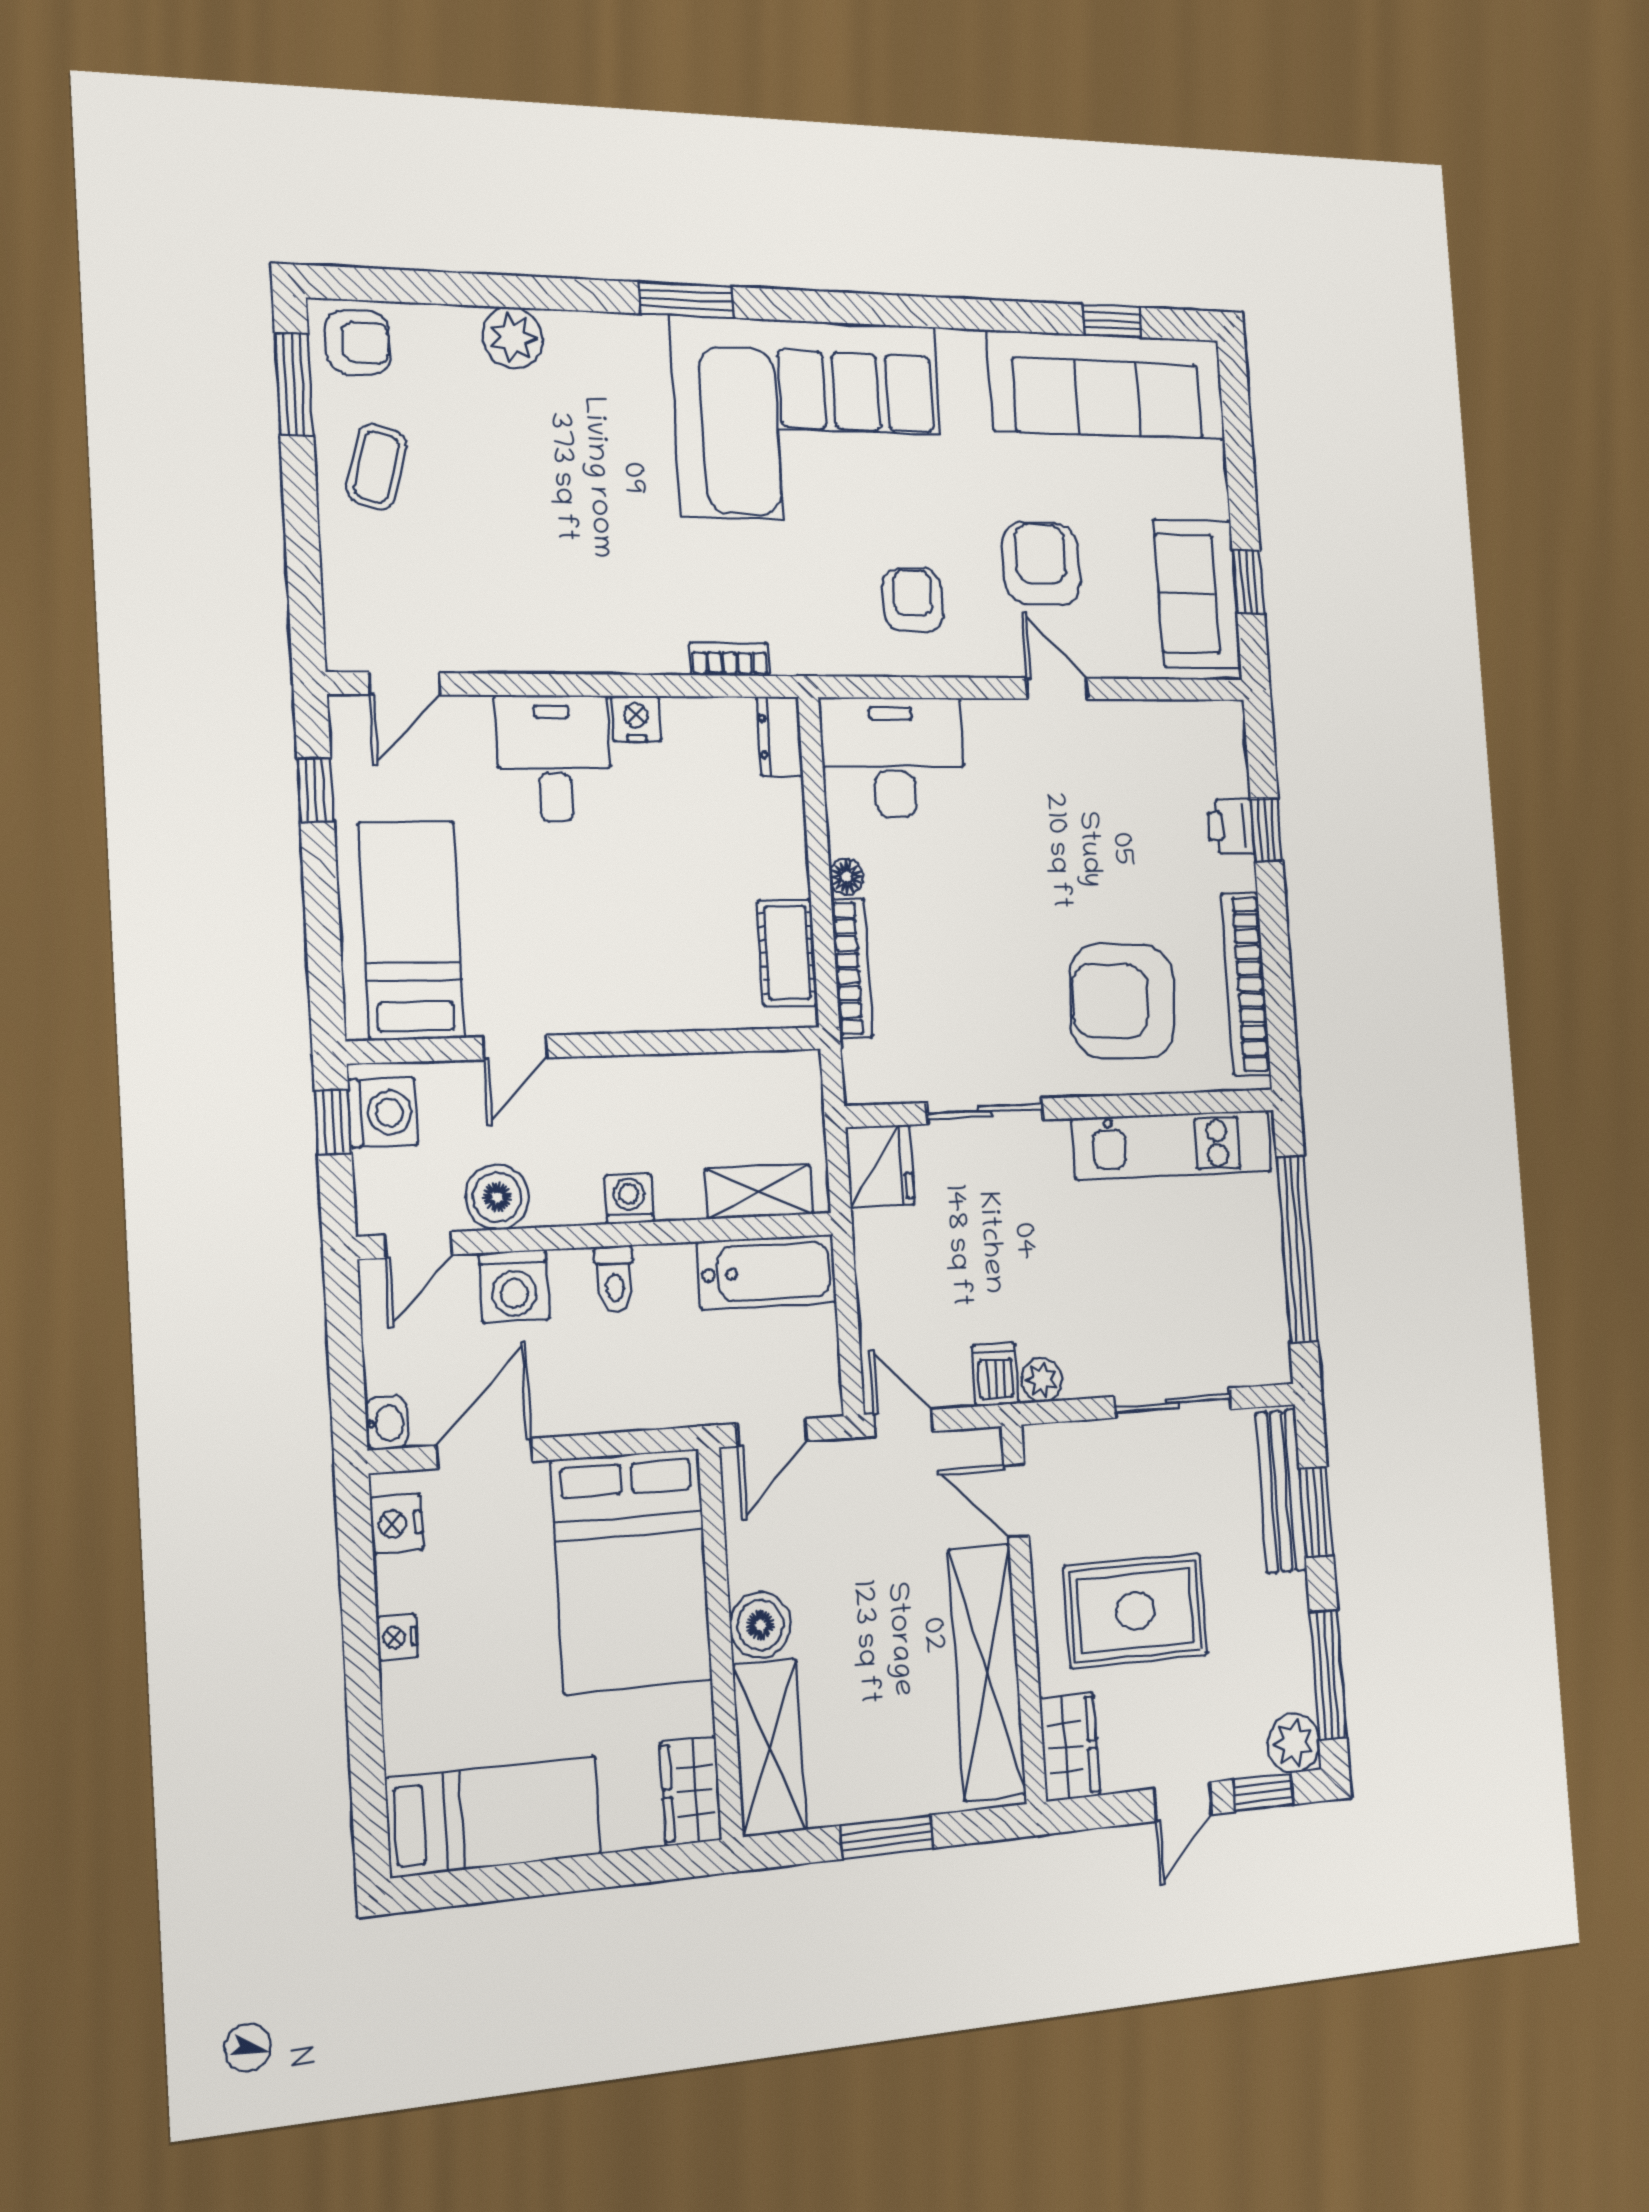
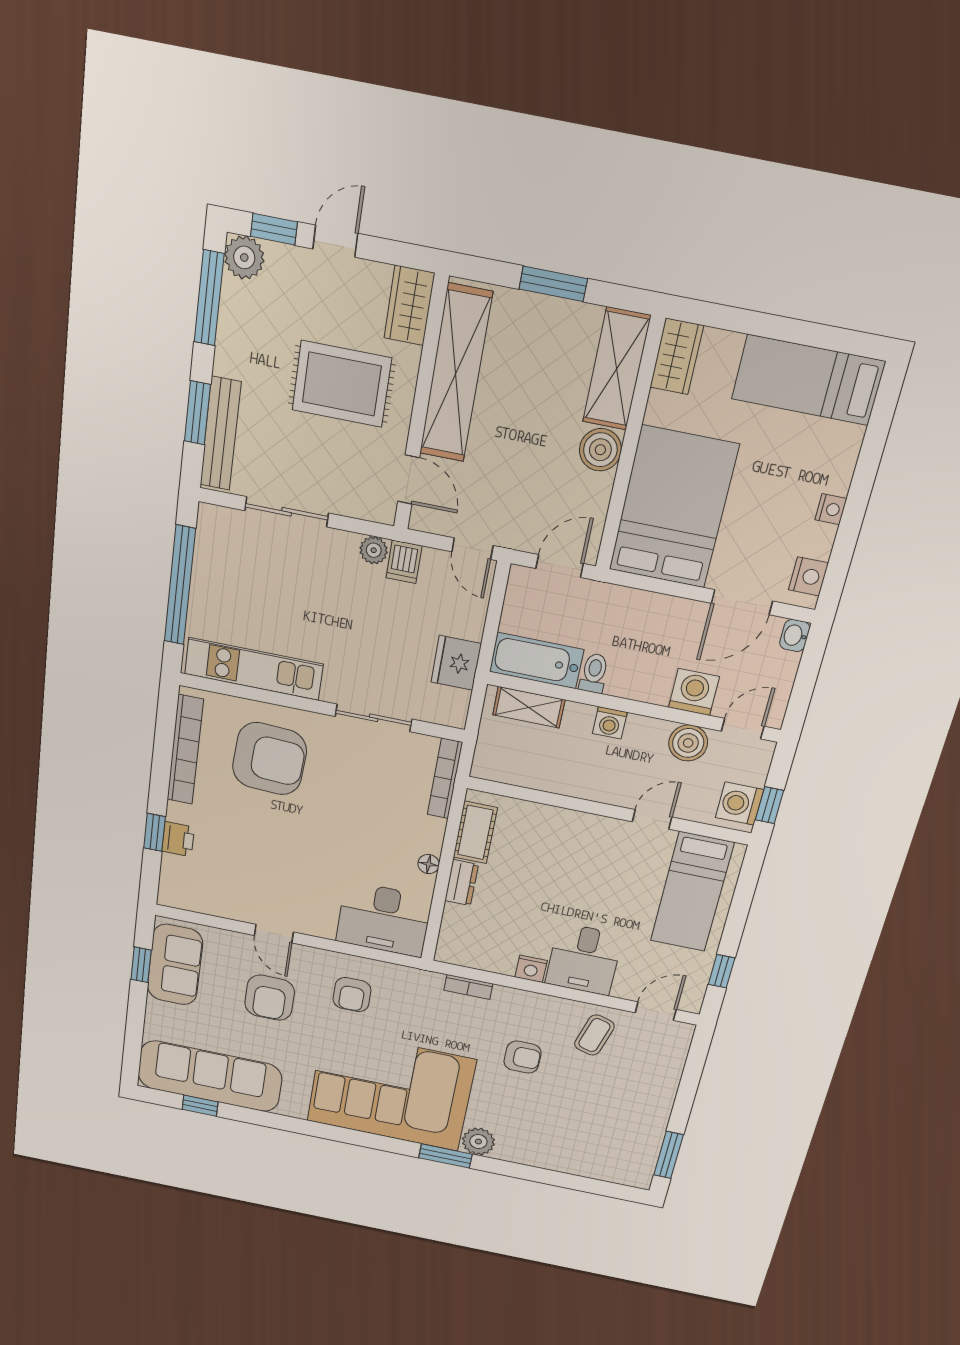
plant: (512, 338) -> (478, 1142), moved
armchair: (358, 343) -> (523, 1057), moved, turned 180
coffee table: (377, 467) -> (594, 1035), moved
dresser: (780, 737) -> (462, 883), moved
bookcase: (852, 968) -> (445, 779), moved
fridge: (880, 1166) -> (456, 663), moved
toilet: (615, 1279) -> (594, 673), moved

